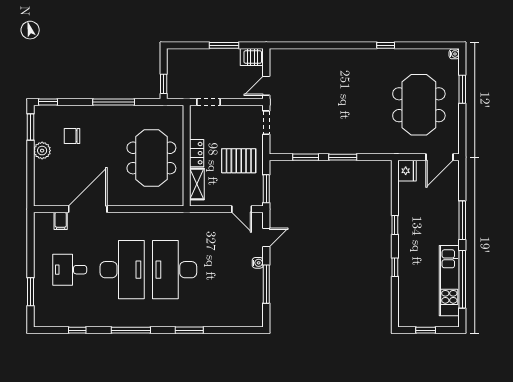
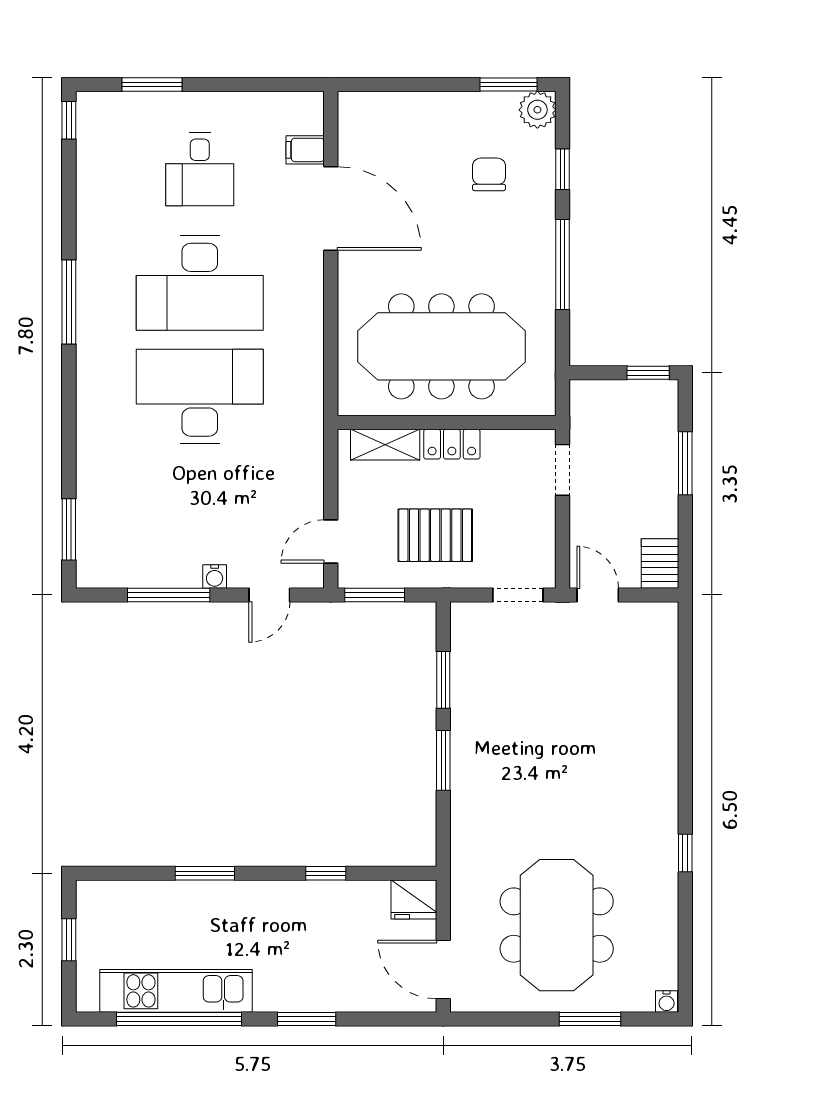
window: (224, 45) -> (685, 463), moved
window: (164, 84) -> (648, 373), moved
window: (48, 102) -> (563, 169), moved
meeting table: (419, 105) -> (557, 925), turned 90
plant: (42, 151) -> (537, 110), moved
meeting table: (151, 158) -> (441, 346), width x1.36
pallet: (239, 161) -> (435, 535), turned 90
window: (462, 220) -> (307, 1019), width x0.69
window: (395, 225) -> (326, 873), moved
door: (266, 237) -> (269, 595), hinge flipped
window: (395, 267) -> (205, 873), width x1.50
desk: (70, 270) -> (200, 169), turned 180
window: (77, 330) -> (69, 120), moved
window: (189, 330) -> (69, 529), moved

